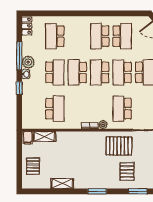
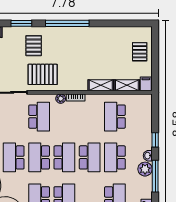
school desk: (122, 72) -> (39, 157), turned 180
shelving: (62, 184) -> (101, 85), moved
window: (97, 191) -> (67, 23), width x2.11

